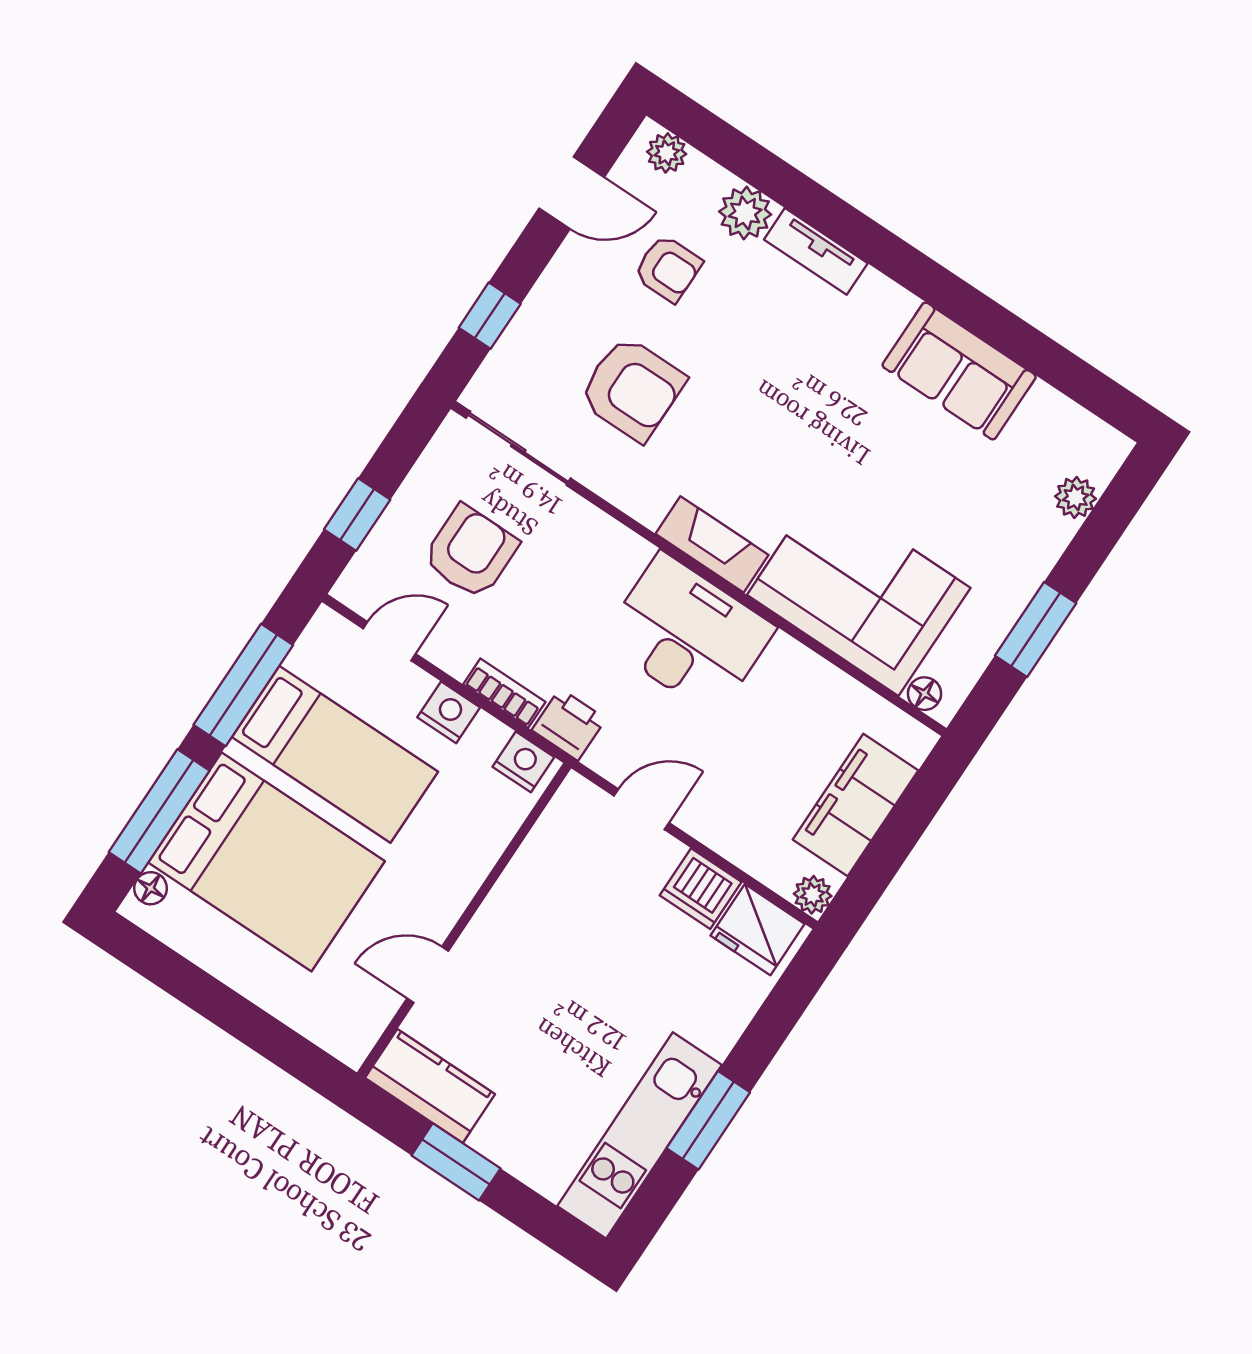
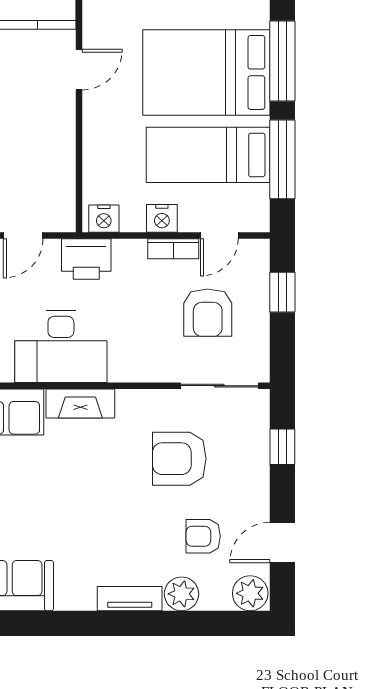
plant: (667, 153) -> (250, 593), width x1.38, depth x1.38
bookcase: (504, 693) -> (173, 249), moved
printer: (569, 724) -> (86, 259), width x1.36, depth x1.24
floor lamp: (151, 888) -> (259, 17), removed

